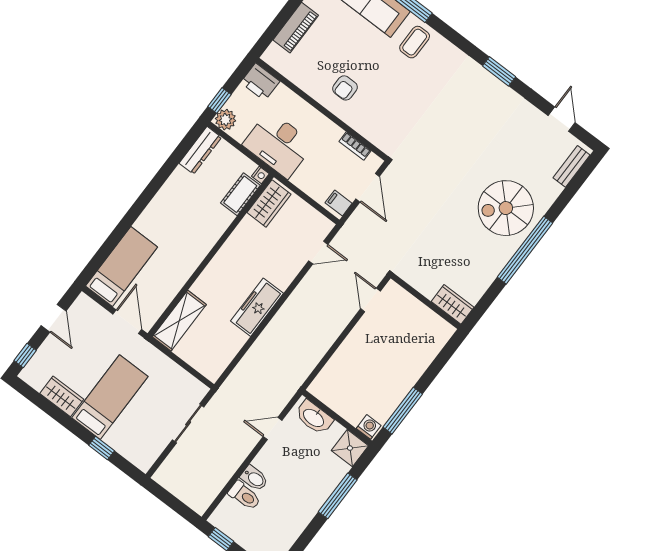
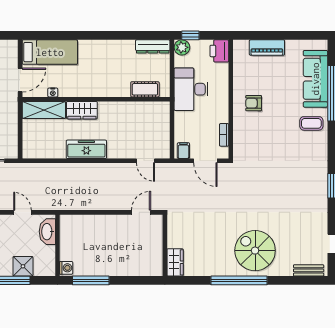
nightstand: (260, 175) -> (53, 92), moved
door: (368, 188) -> (205, 161), hinge flipped
wardrobe: (269, 203) -> (82, 110), moved
shower: (350, 448) -> (23, 266), moved

